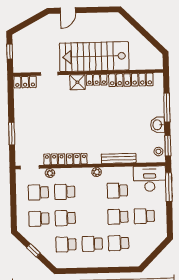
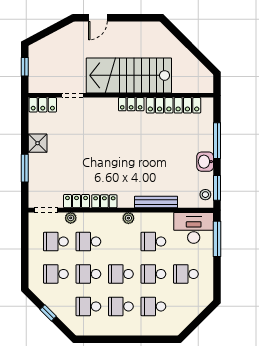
shower: (77, 82) -> (38, 143), moved
school desk: (92, 217) -> (121, 274), added

